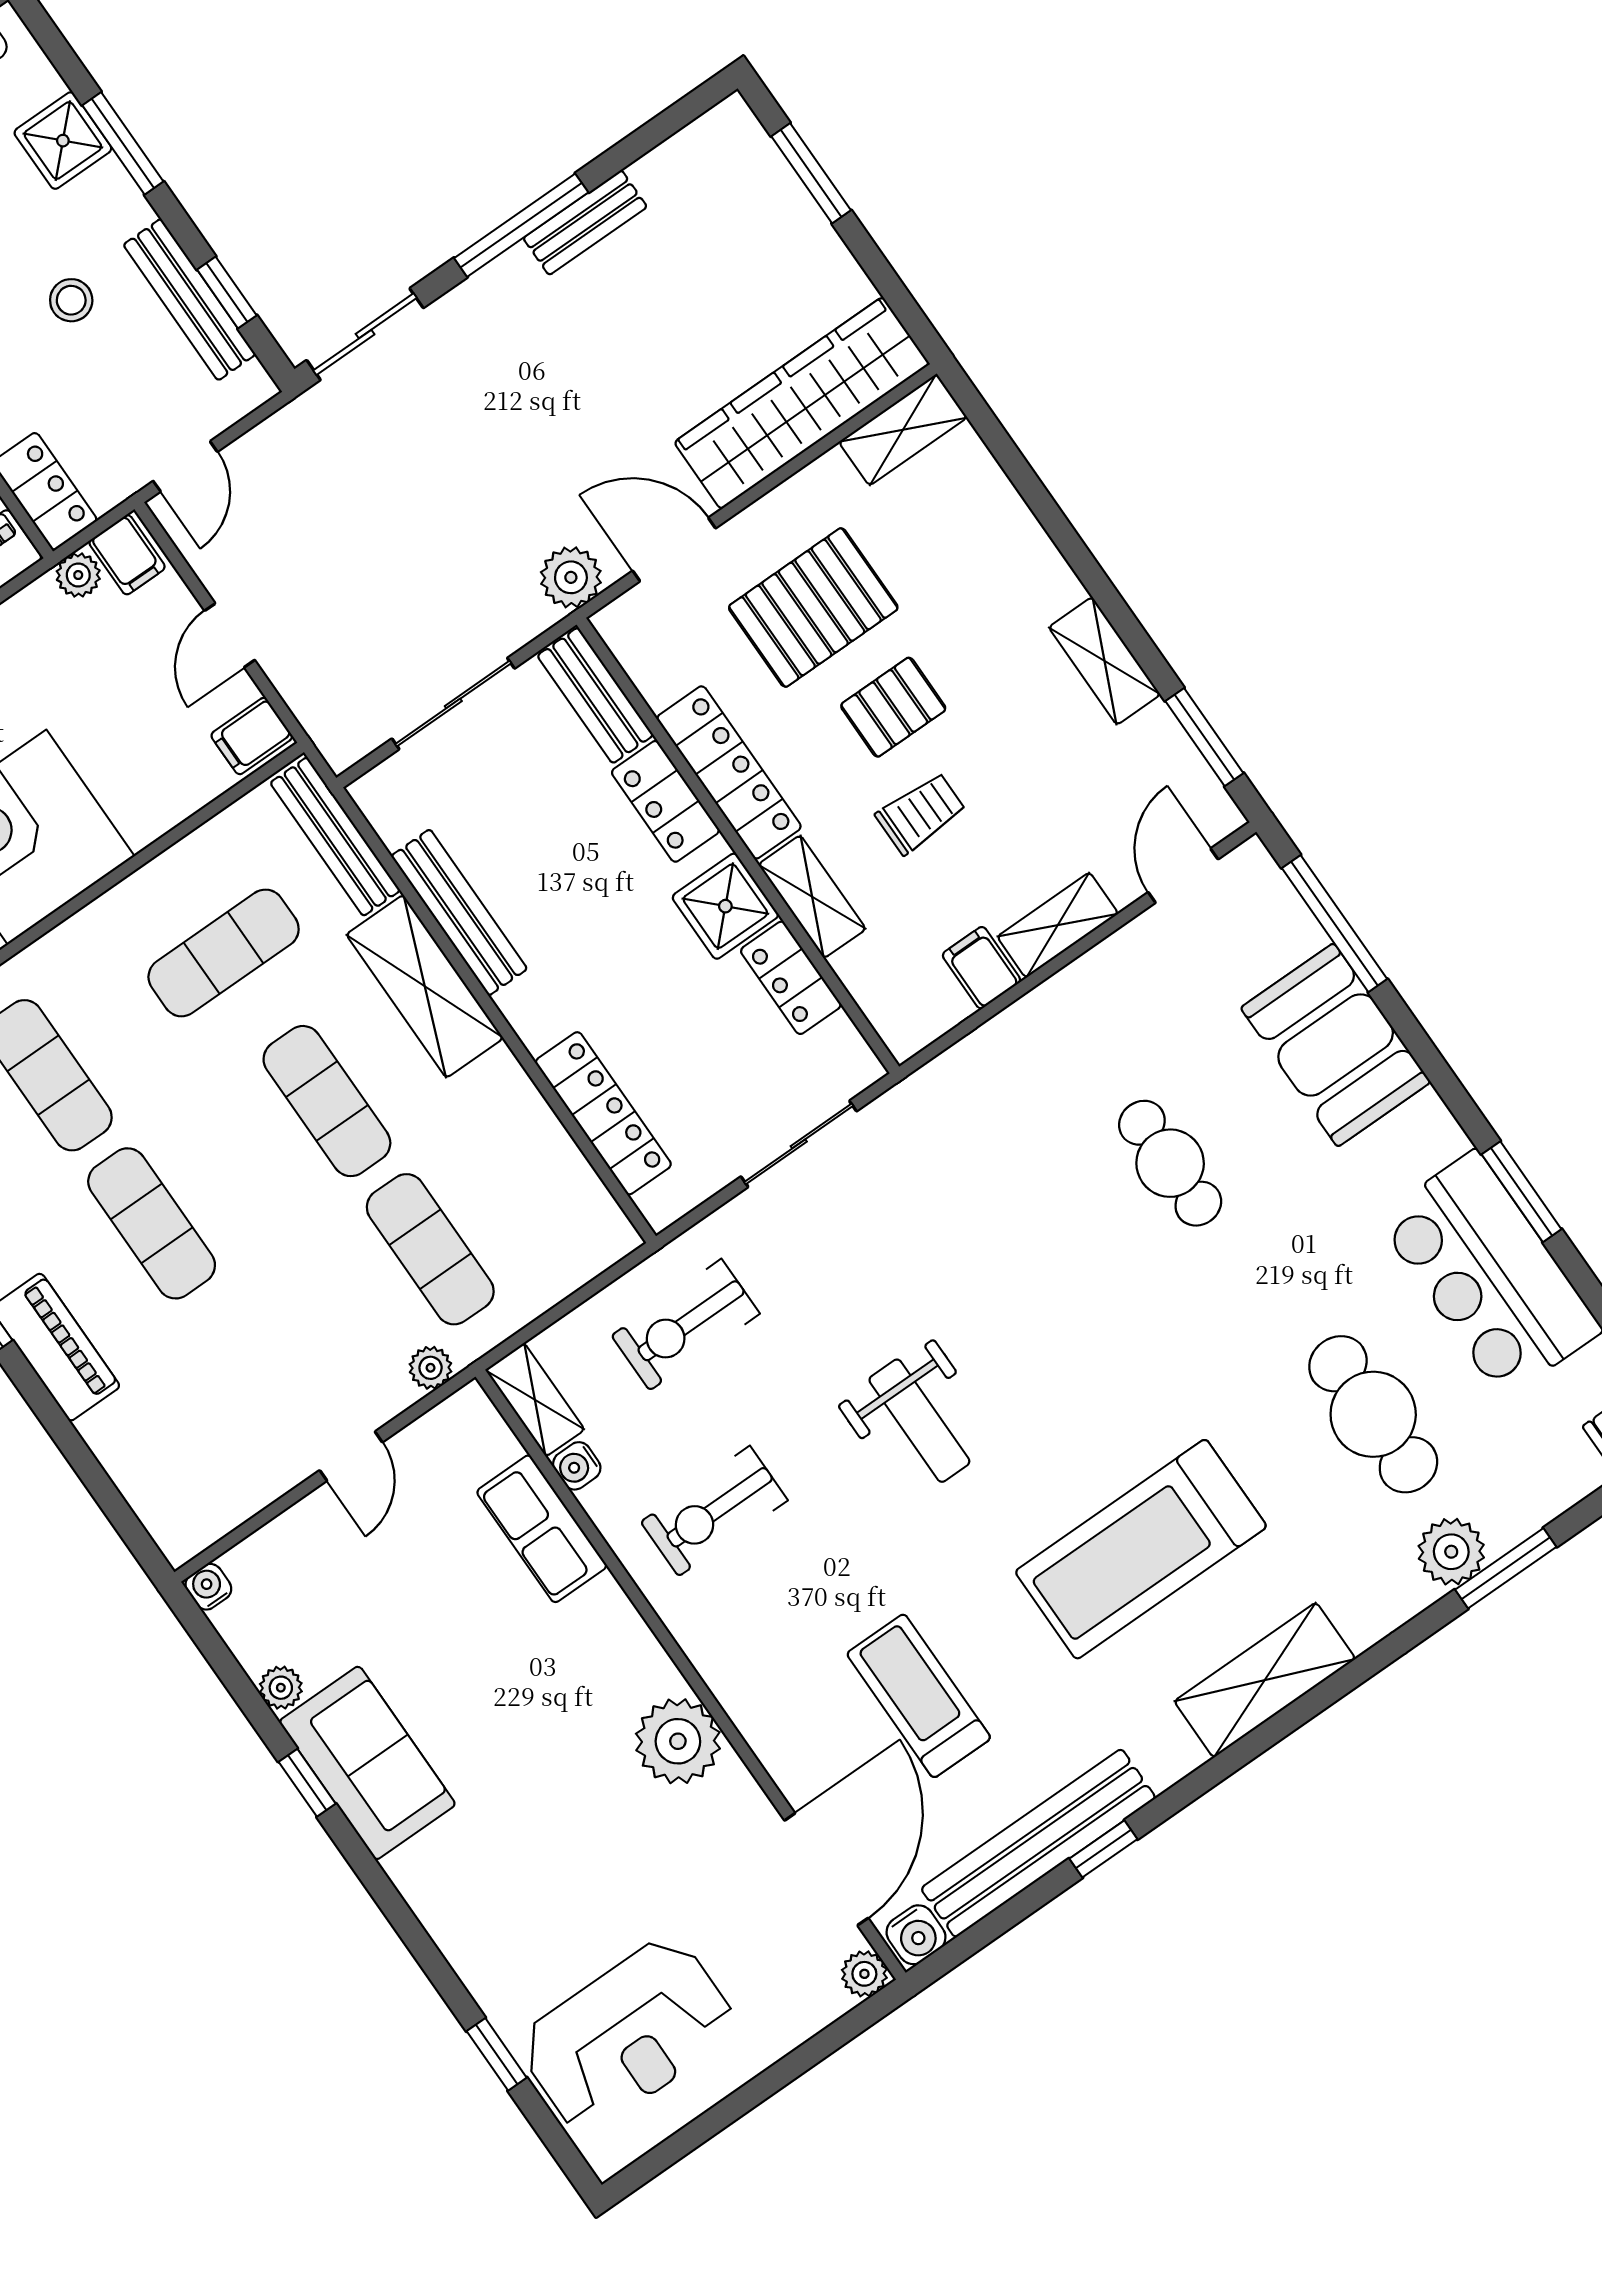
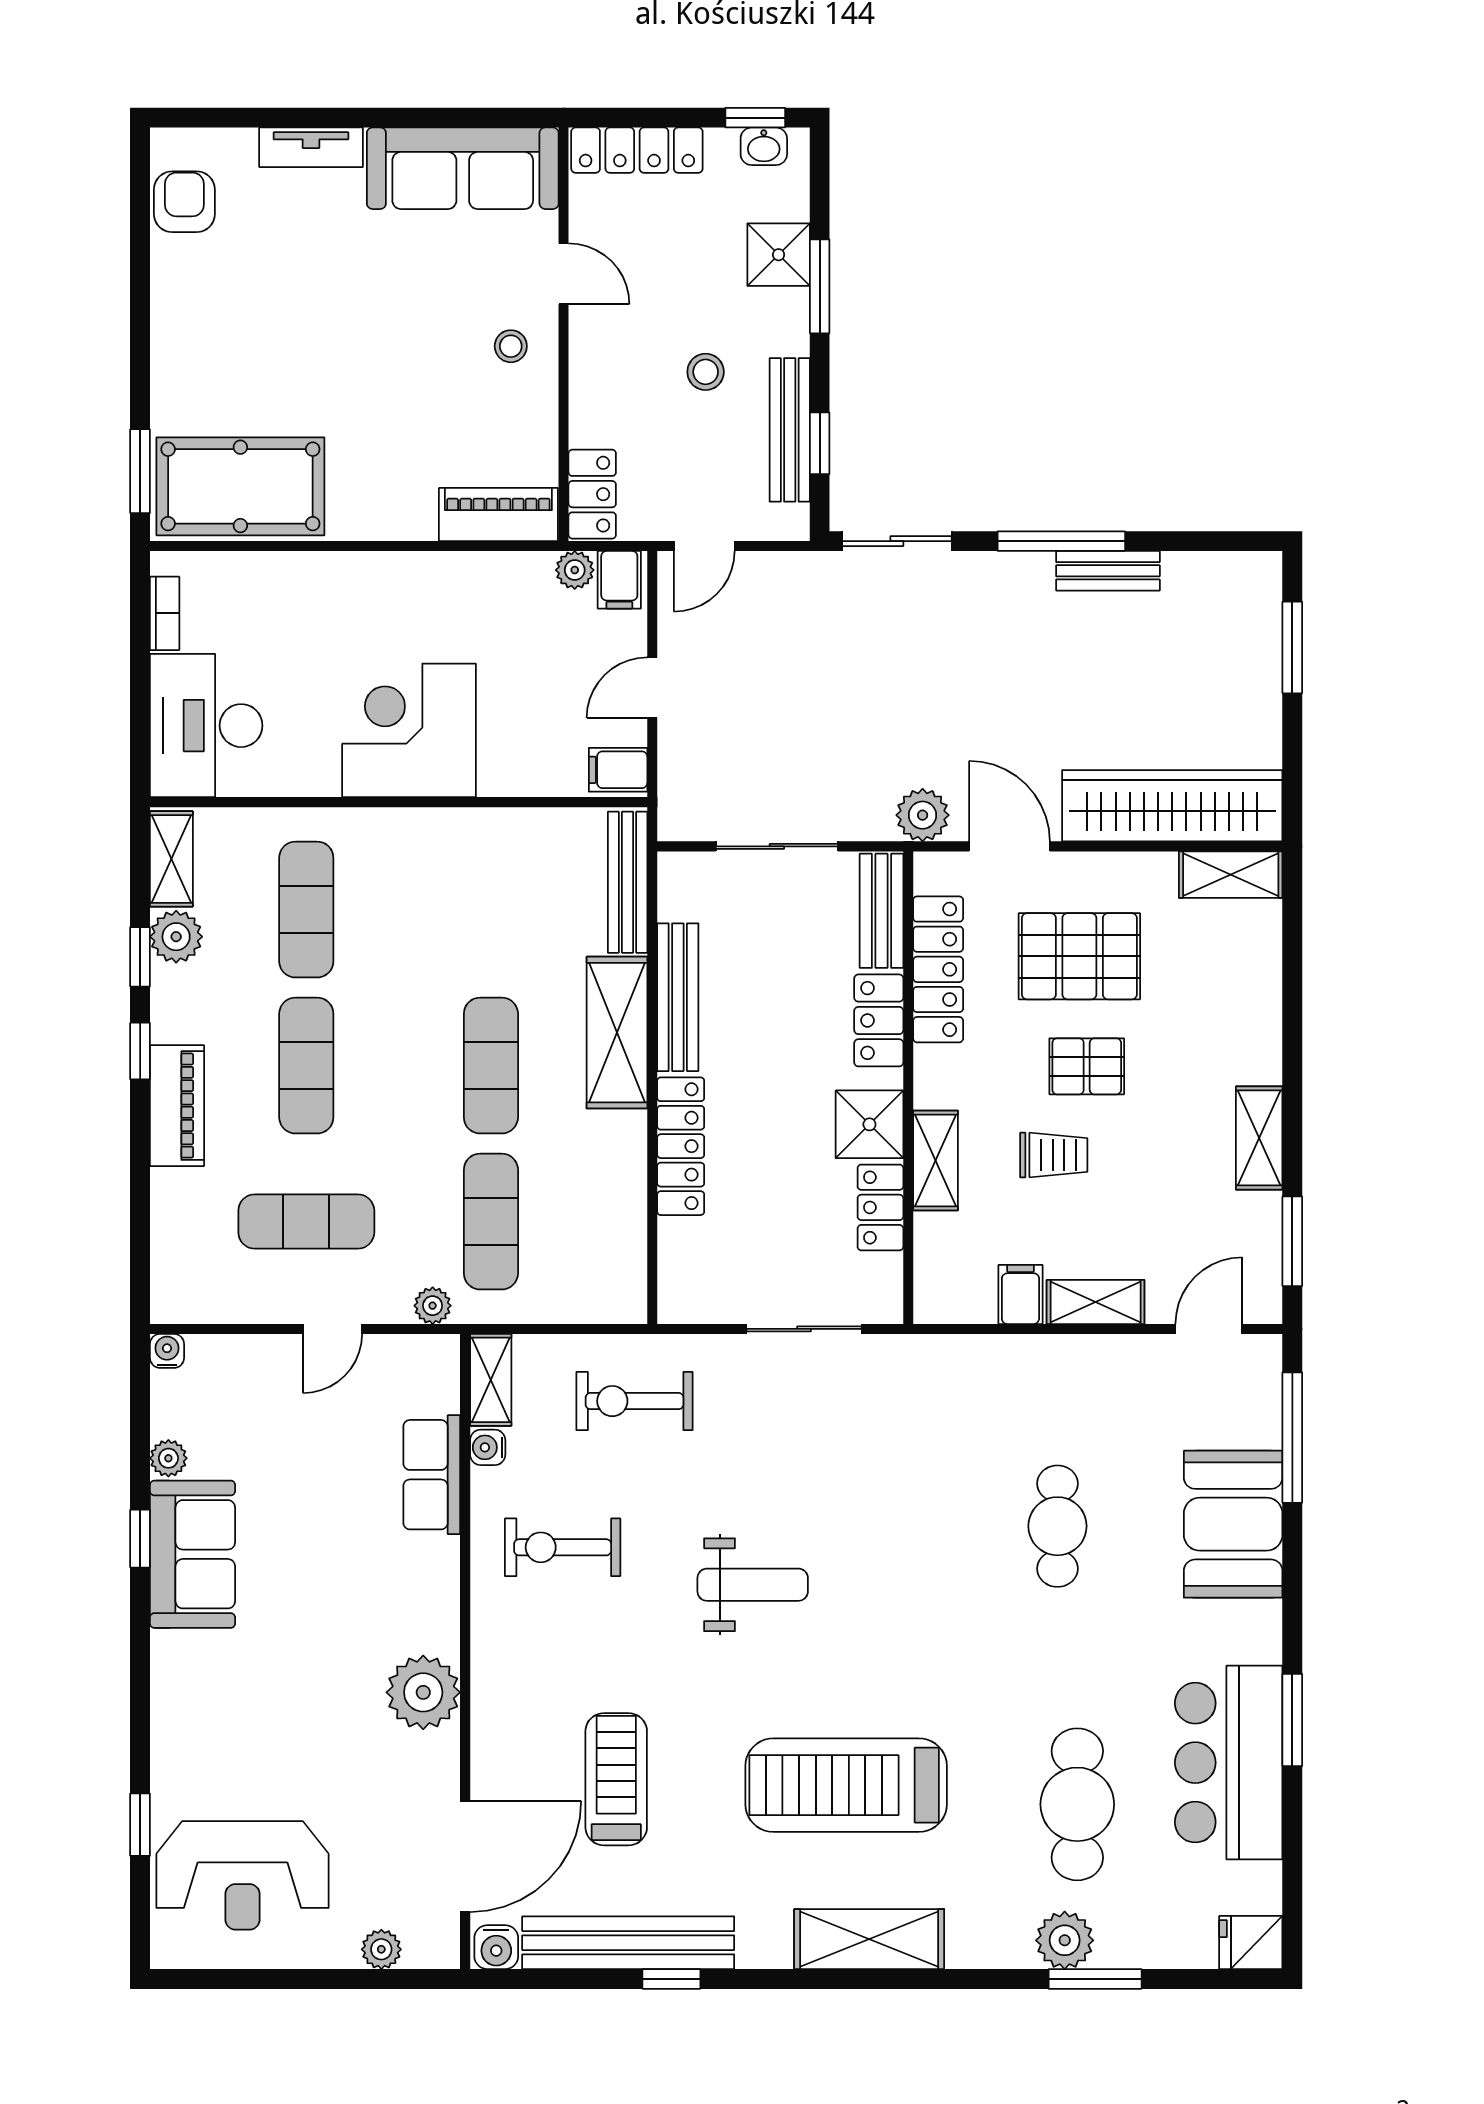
locker: (729, 772) -> (938, 969), moved
exercise mat: (224, 953) -> (306, 1222), moved
locker: (603, 1113) -> (681, 1146), moved
weight bench: (919, 1421) -> (753, 1585), turned -90
plant: (864, 1974) -> (381, 1949), moved

